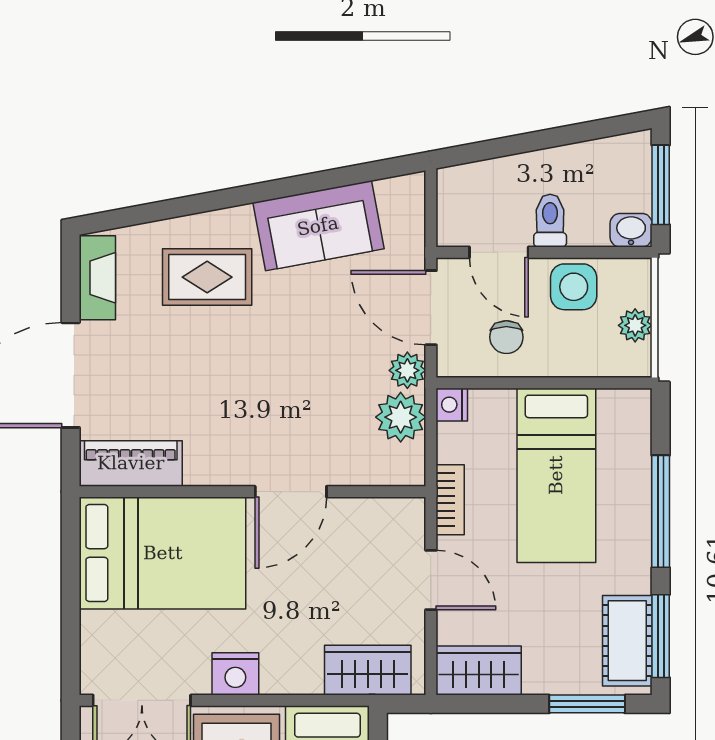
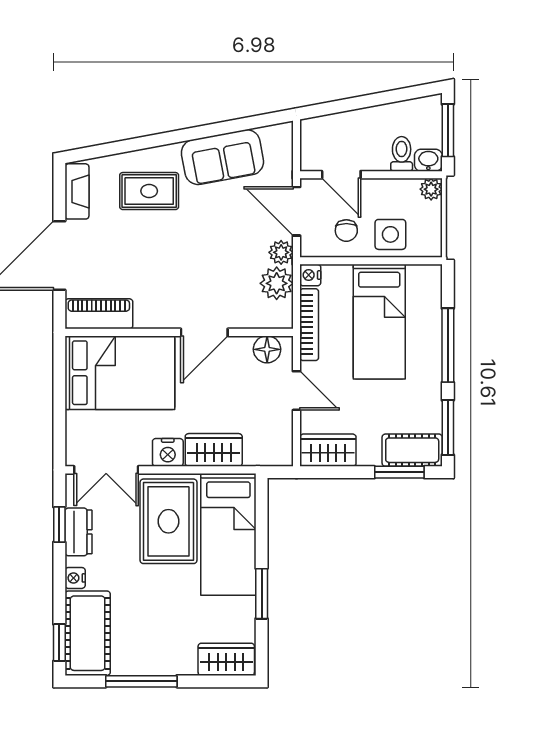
toilet: (550, 221) -> (402, 154), moved
side table: (574, 287) -> (390, 234), moved
plant: (635, 325) -> (431, 189), moved
bookcase: (450, 500) -> (309, 325), width x1.56
floor lamp: (386, 517) -> (267, 349), added
cot: (627, 641) -> (412, 450), moved, turned 90
wardrobe: (368, 670) -> (214, 450), moved

